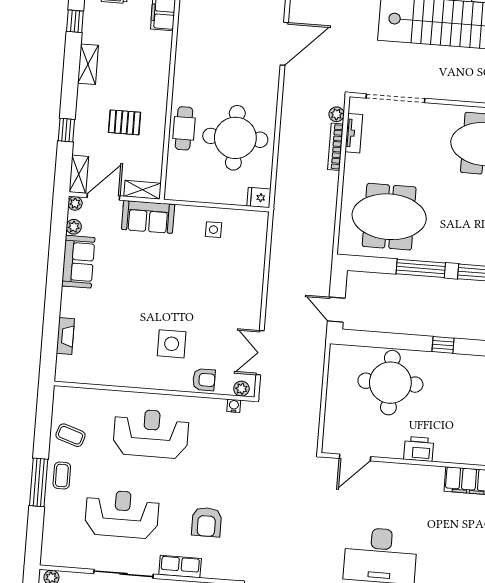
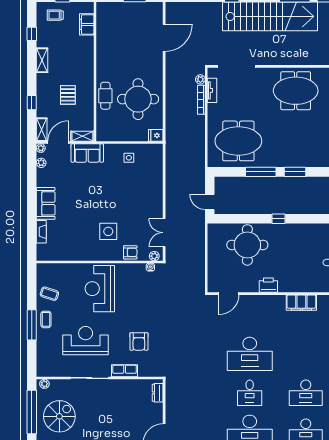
pallet: (125, 122) -> (68, 95), turned 90
sofa: (78, 262) -> (46, 203), moved
reception desk: (151, 433) -> (100, 289), turned -90

